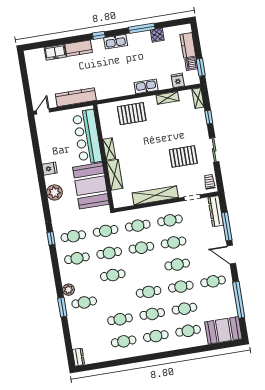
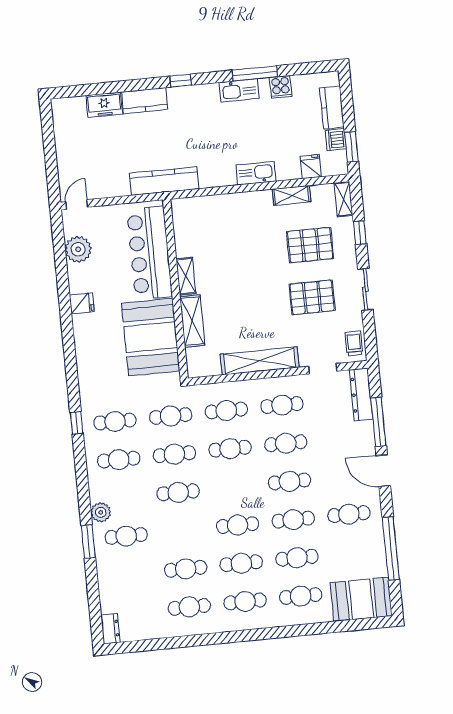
kitchen sink: (116, 42) -> (239, 90), moved
kitchen counter: (76, 97) -> (164, 181), moved
pallet: (132, 114) -> (310, 245), moved
plant: (54, 192) -> (78, 249), moved

